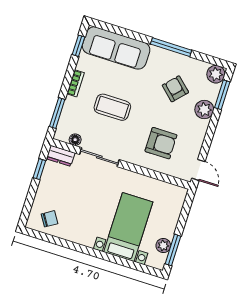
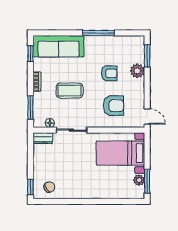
plant: (216, 74) -> (138, 42), removed
armchair: (175, 89) -> (109, 73), moved, turned 137
window: (39, 169) -> (30, 187), moved
bed with nightstands: (128, 227) -> (120, 153), moved, turned -90

